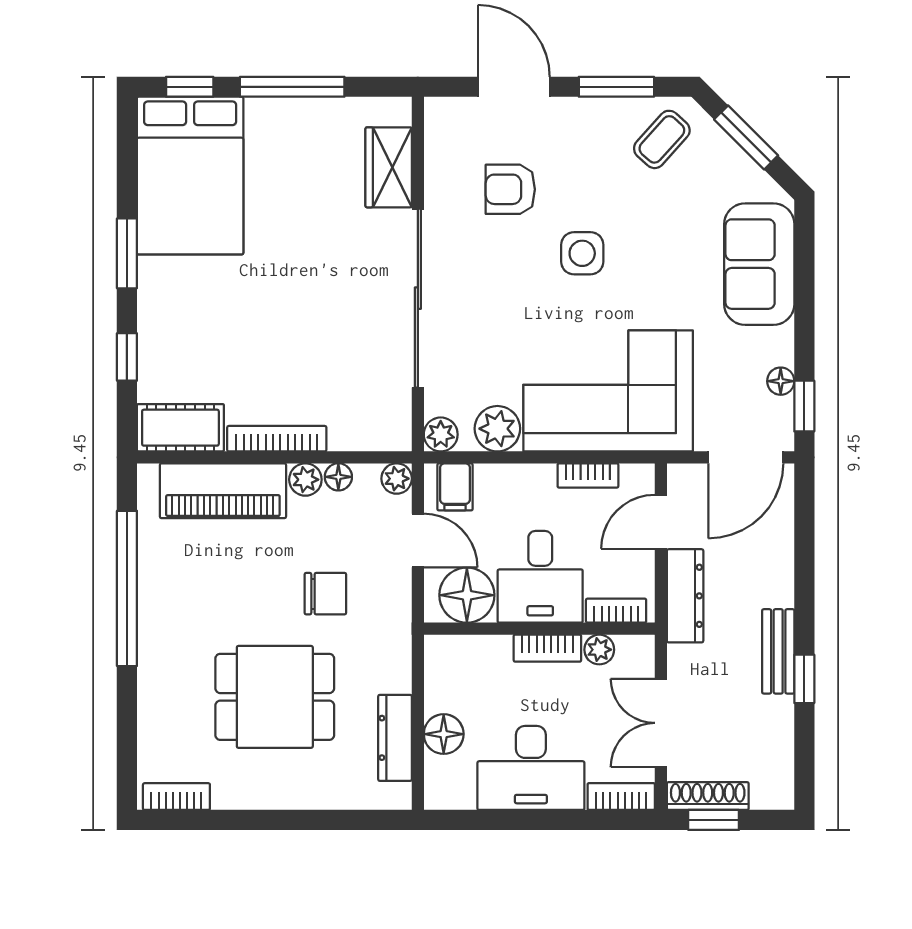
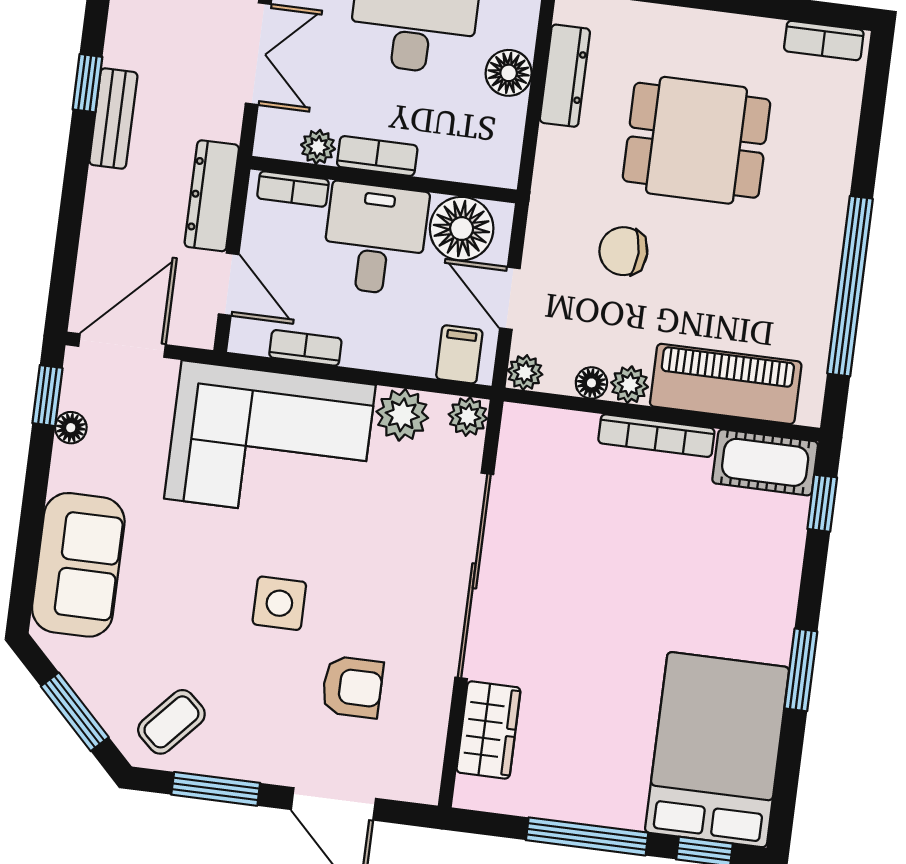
window: (127, 357) -> (822, 503), moved
door: (661, 522) -> (229, 284), hinge flipped

